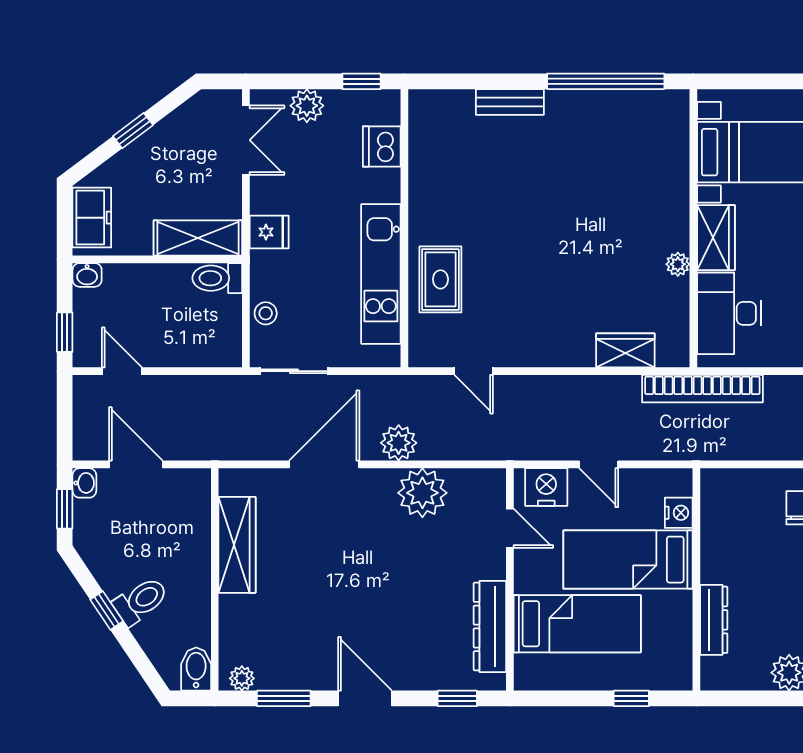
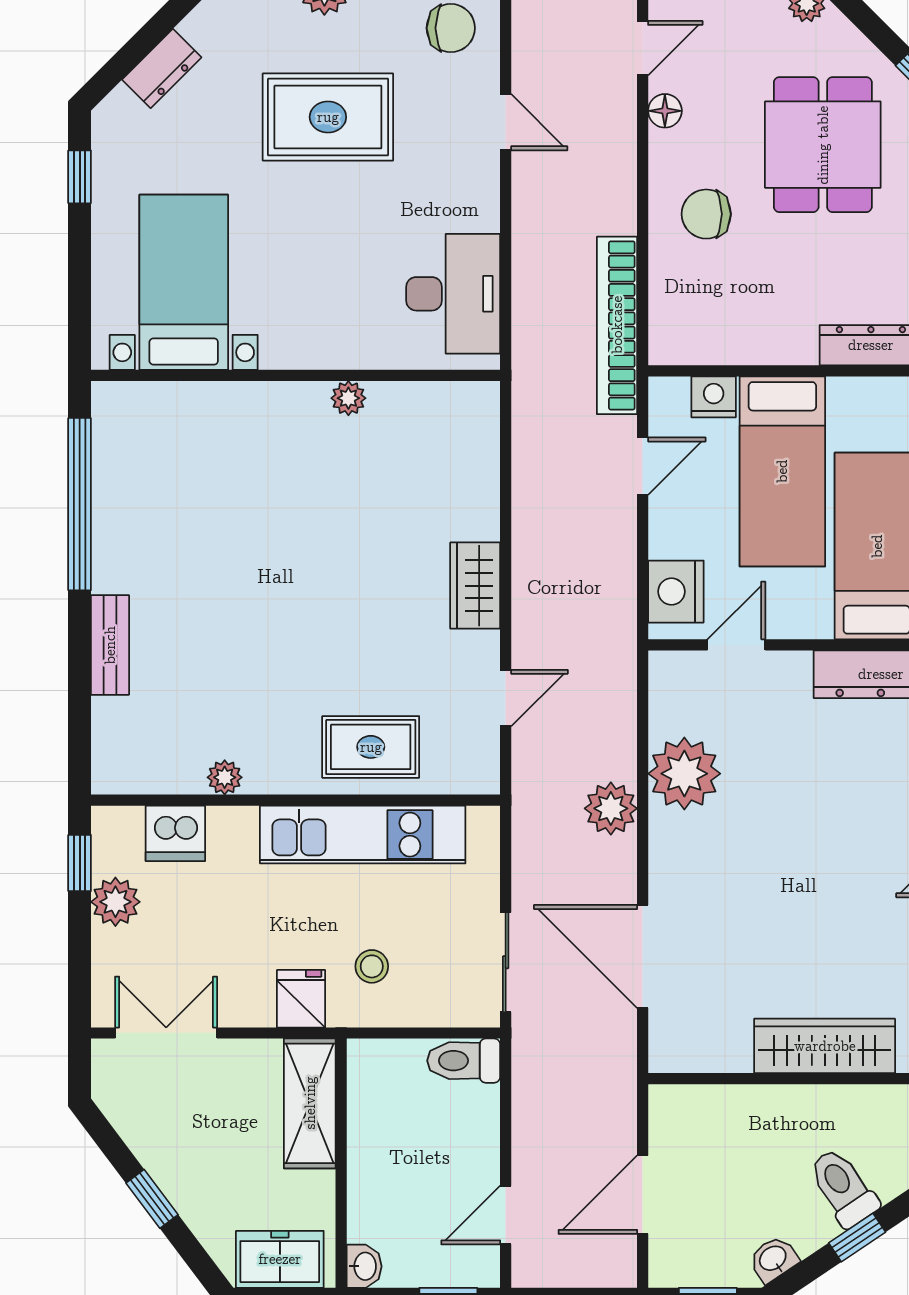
plant: (307, 106) -> (115, 902), moved
plant: (420, 180) -> (225, 777), added
wardrobe: (716, 238) -> (309, 342), removed
toilet: (217, 278) -> (464, 1061), moved, turned 90
stool: (266, 313) -> (372, 966), moved
desk: (729, 313) -> (453, 294), moved, turned -90
wardrobe: (625, 350) -> (475, 586), moved
bookcase: (702, 389) -> (617, 325), moved, turned 180
door: (324, 464) -> (643, 957), moved
door: (599, 464) -> (643, 466), moved
washbasin: (84, 483) -> (773, 1259), moved, turned -34
wardrobe: (237, 545) -> (825, 1046), moved

